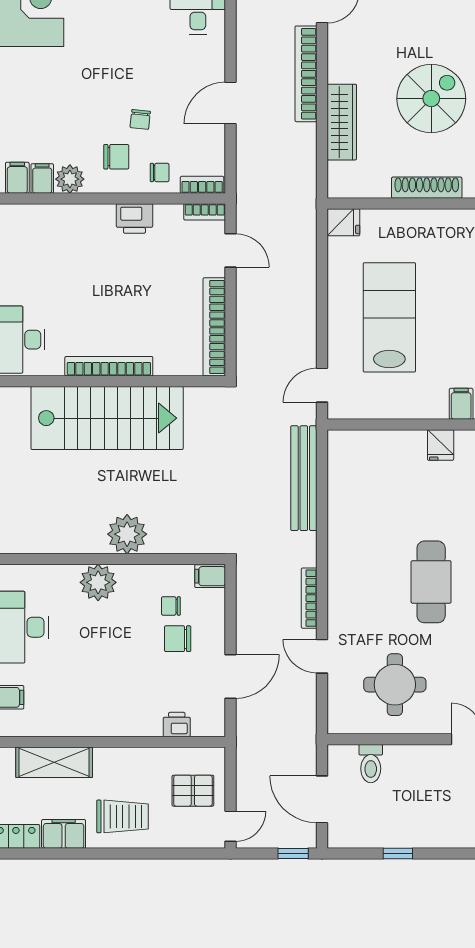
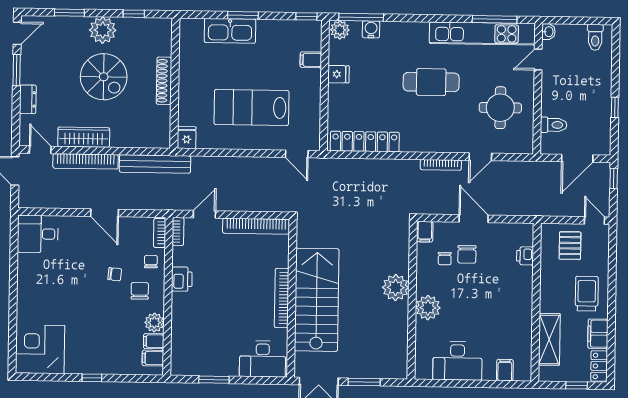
spiral stairs: (431, 99) -> (104, 77), turned 180
wardrobe: (342, 122) -> (84, 137), moved
bench: (304, 478) -> (155, 164), moved
locker: (342, 485) -> (365, 142), added
door: (231, 676) -> (474, 219), moved

